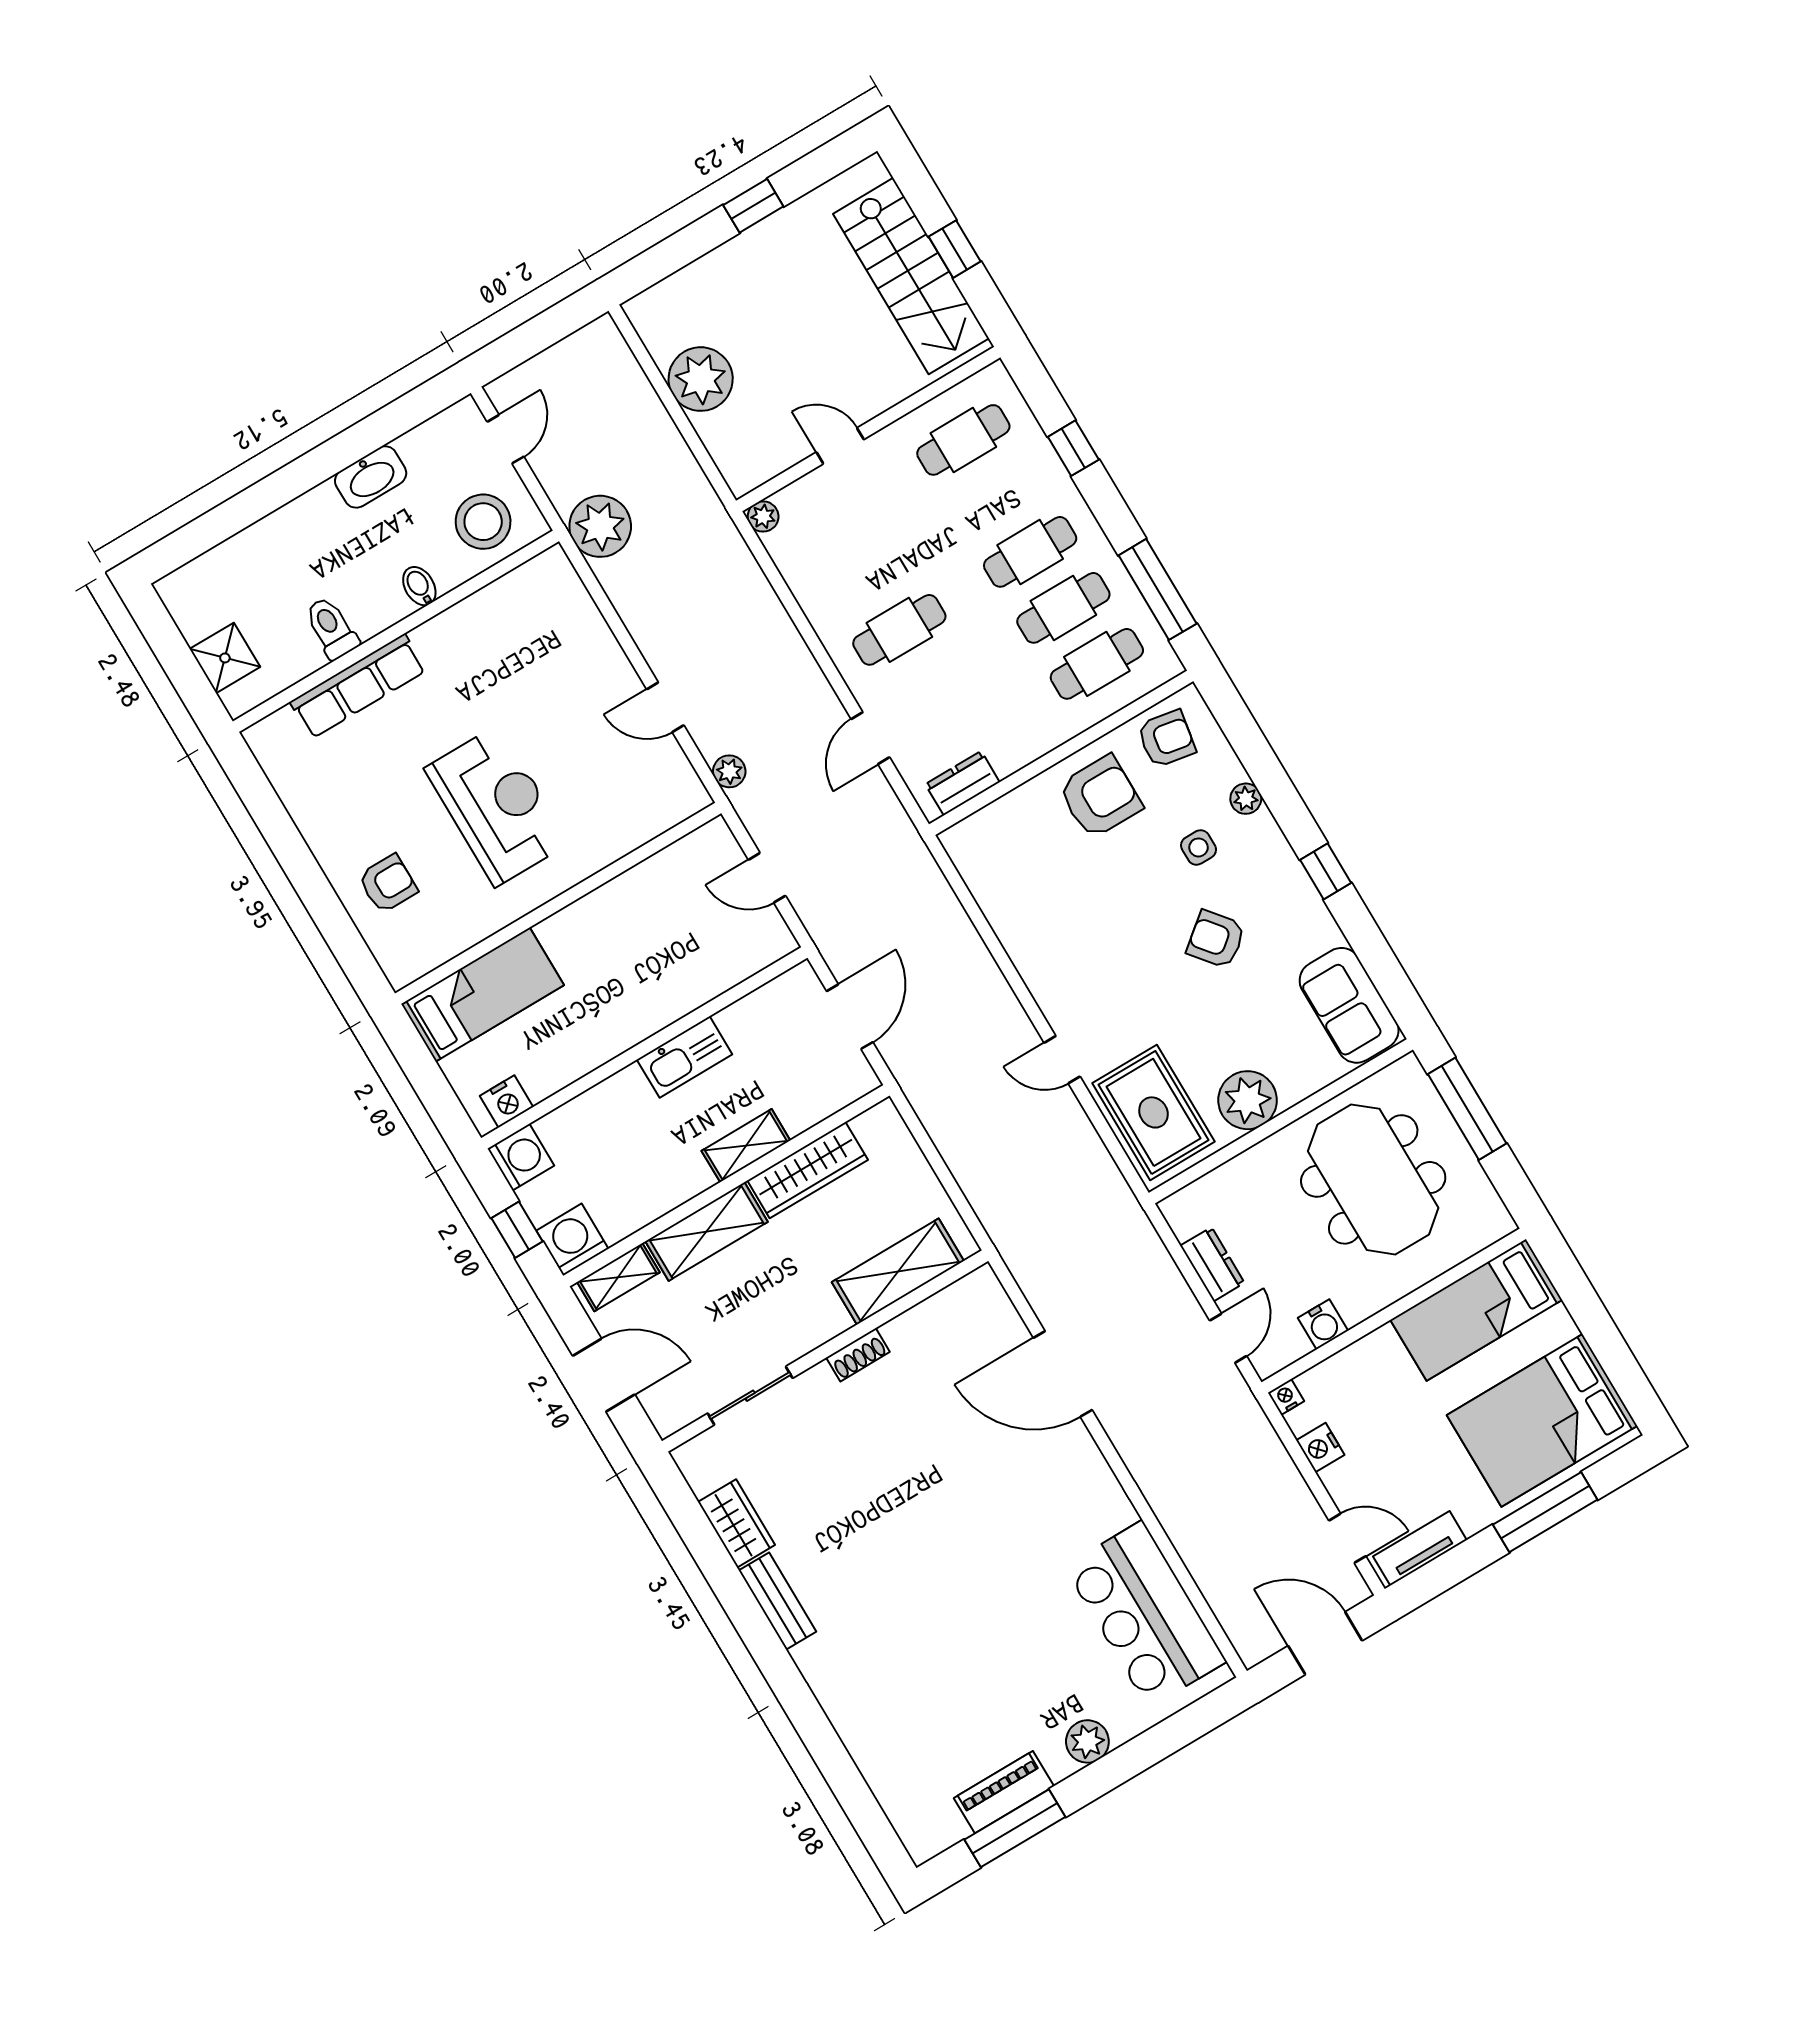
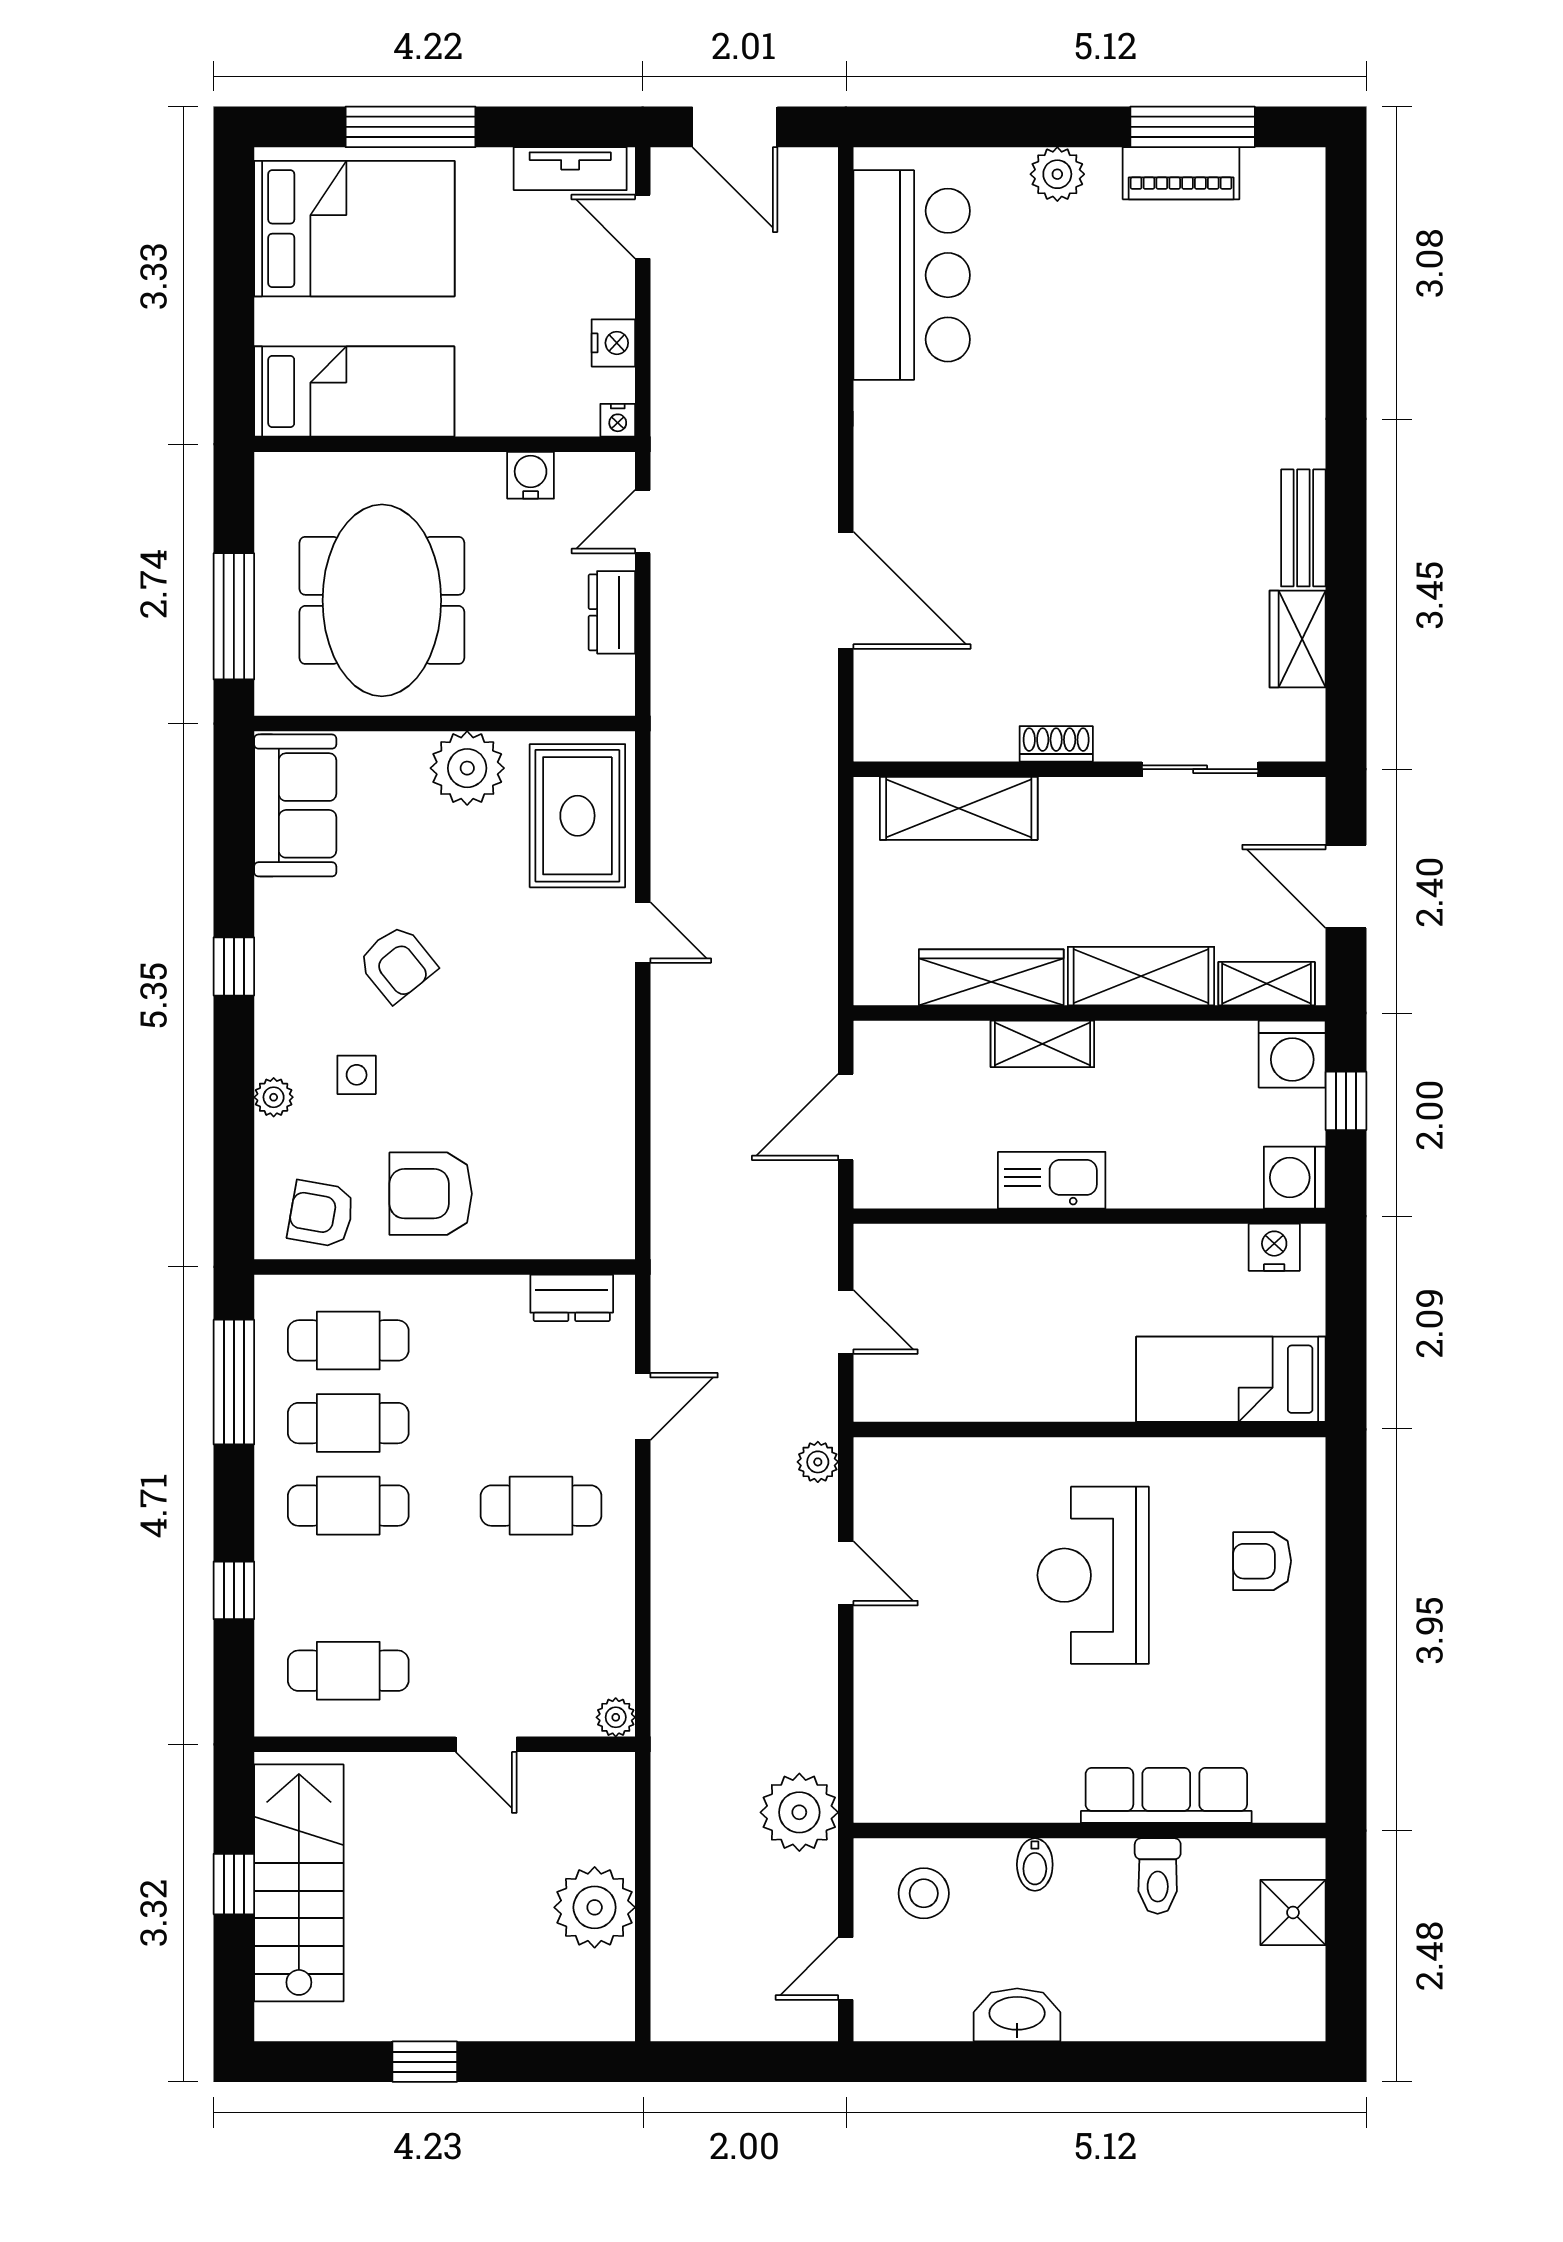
stool: (483, 522) -> (924, 1893), width x0.73, depth x0.73

